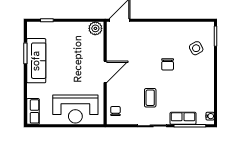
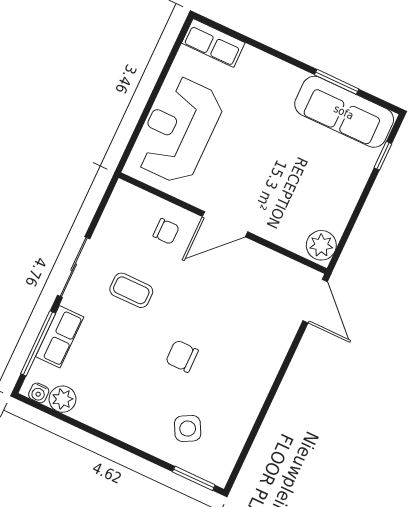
sofa: (36, 61) -> (344, 112), moved
door: (105, 72) -> (225, 224), hinge flipped
plant: (208, 105) -> (62, 399), added
chair: (115, 111) -> (166, 231), moved

